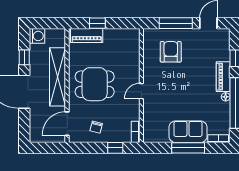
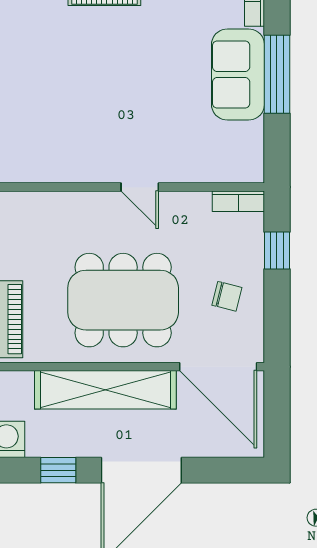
armchair: (171, 52) -> (45, 116), removed
dining table: (95, 84) -> (123, 300), width x1.37
door: (67, 124) -> (218, 367), width x1.36

